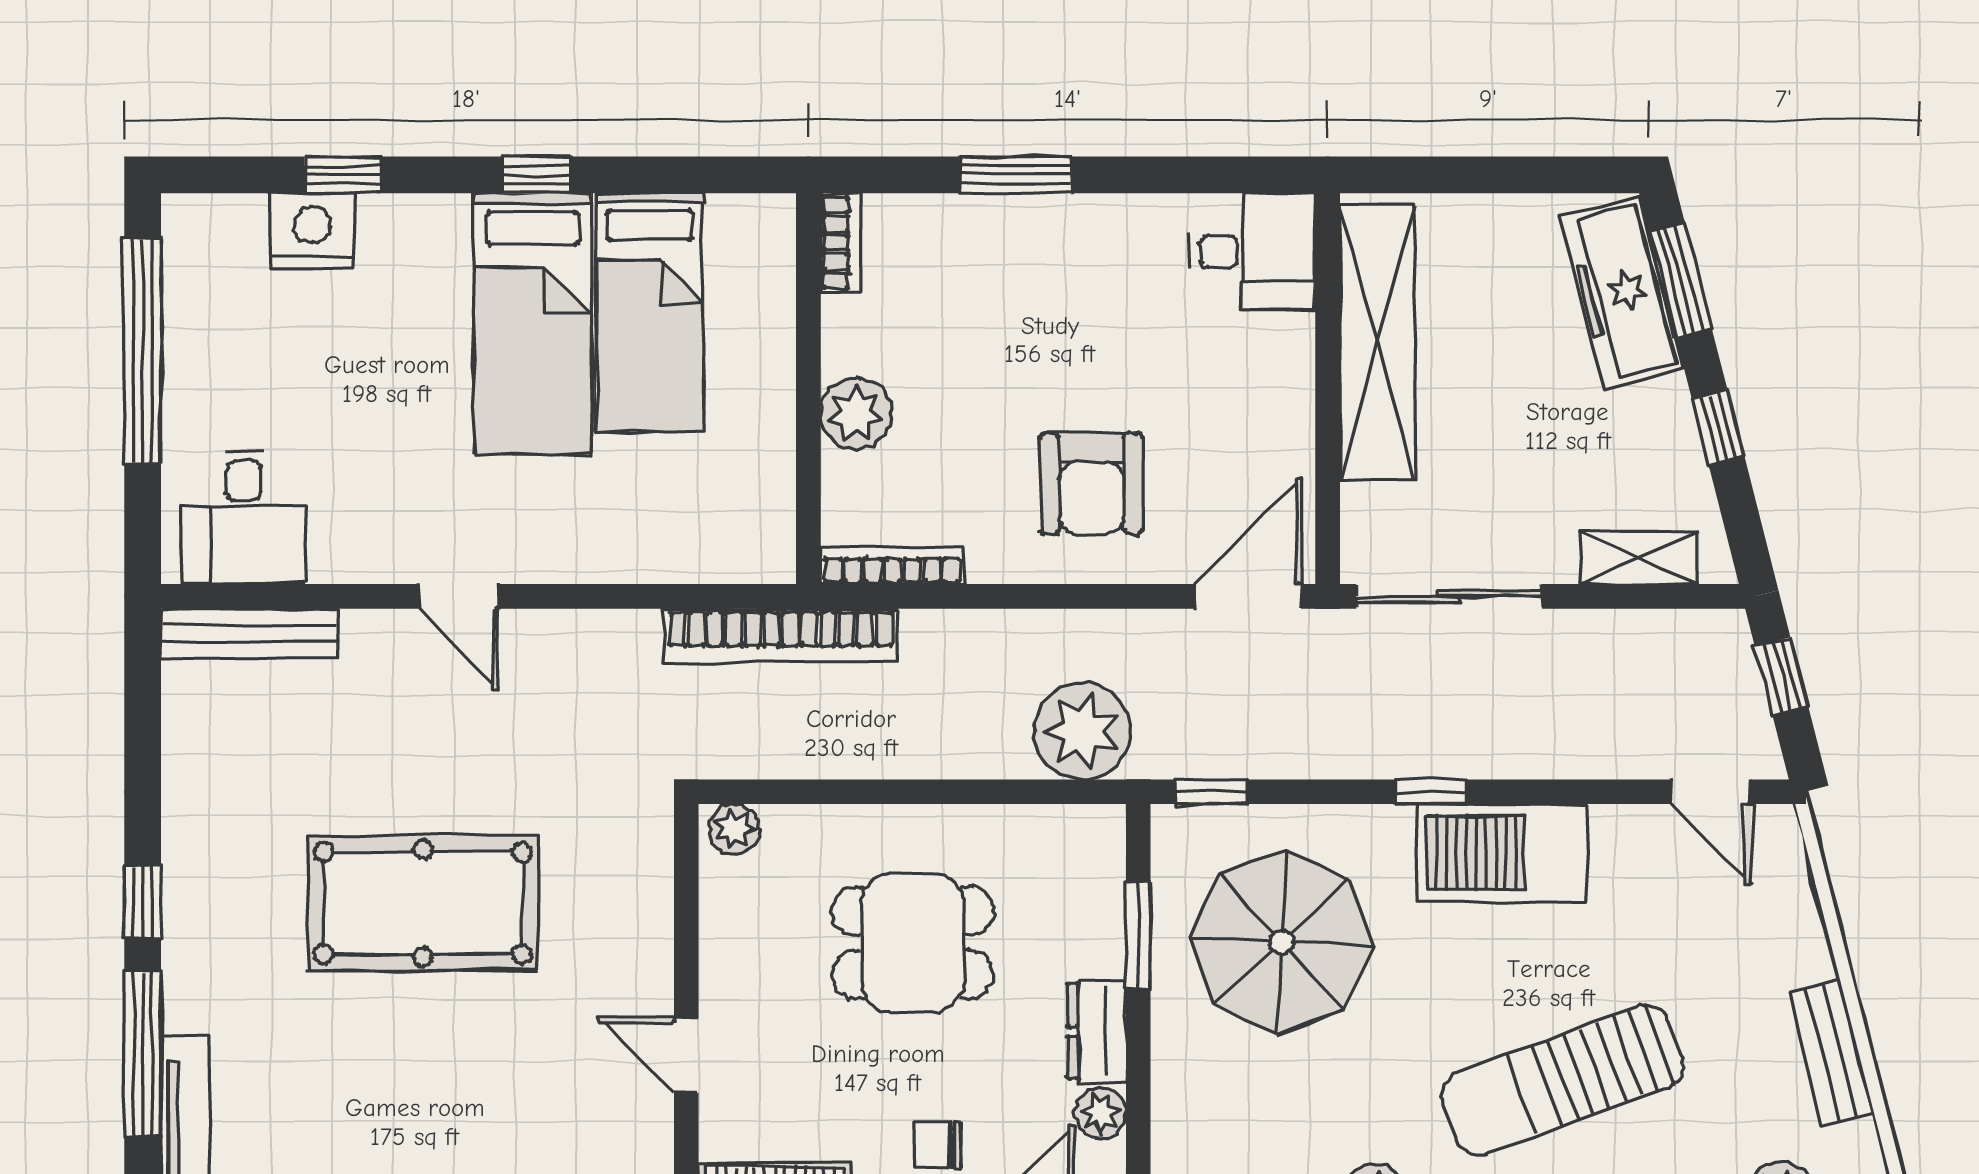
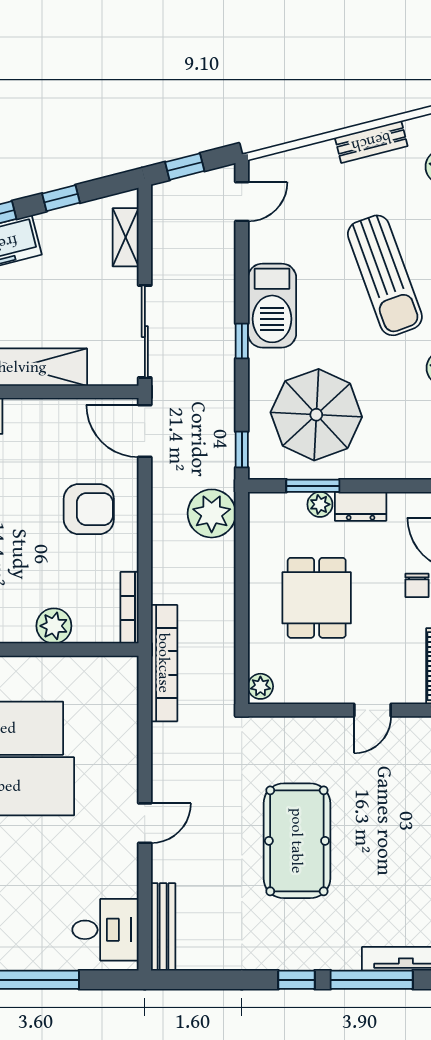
plant: (1101, 1113) -> (320, 504), moved

